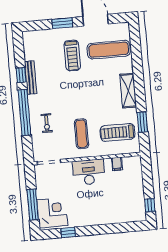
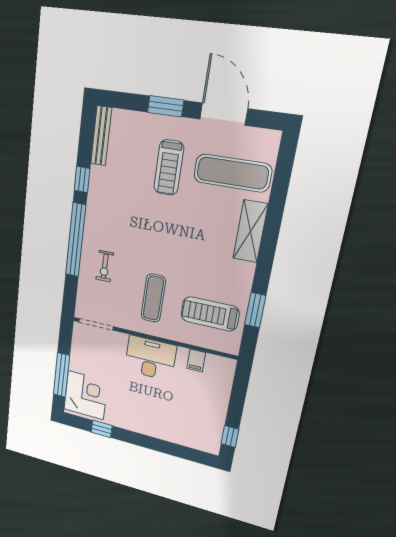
bench: (31, 77) -> (101, 136), moved
shelving: (128, 91) -> (250, 231), moved

